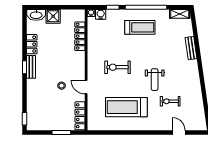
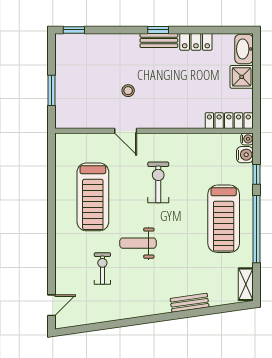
treadmill: (140, 27) -> (224, 219), width x1.37, depth x1.38
locker: (80, 36) -> (229, 121), moved
door: (86, 87) -> (126, 131), swing flipped
treadmill: (126, 107) -> (93, 197), turned 180
locker: (80, 116) -> (79, 121), removed
door: (179, 132) -> (51, 305), moved

